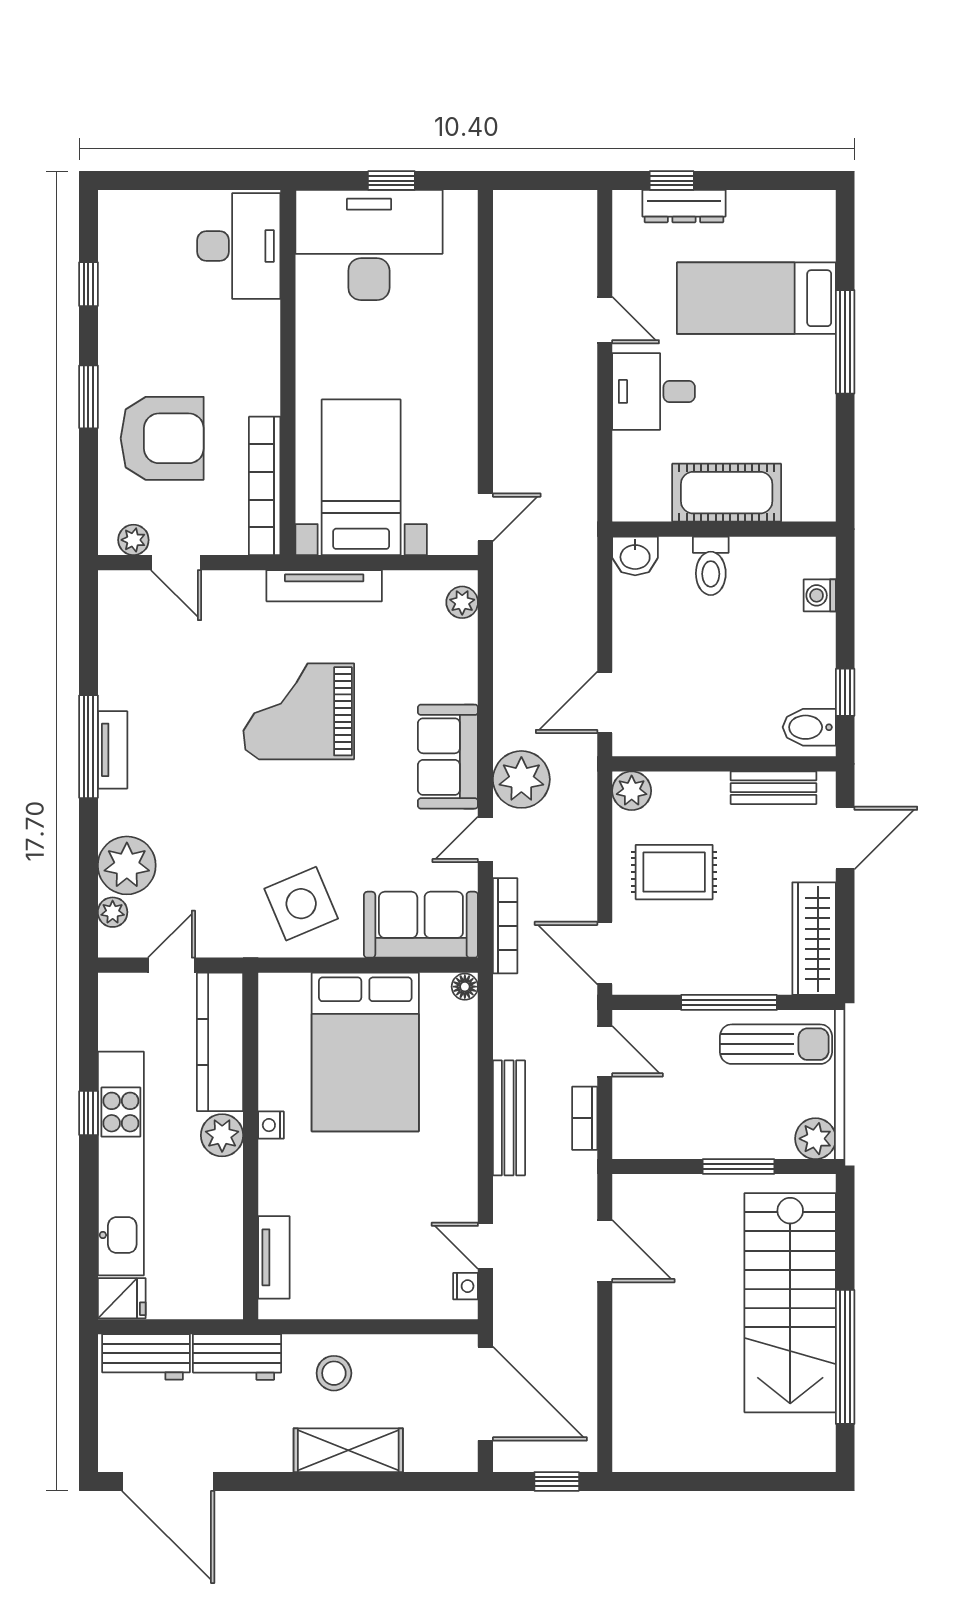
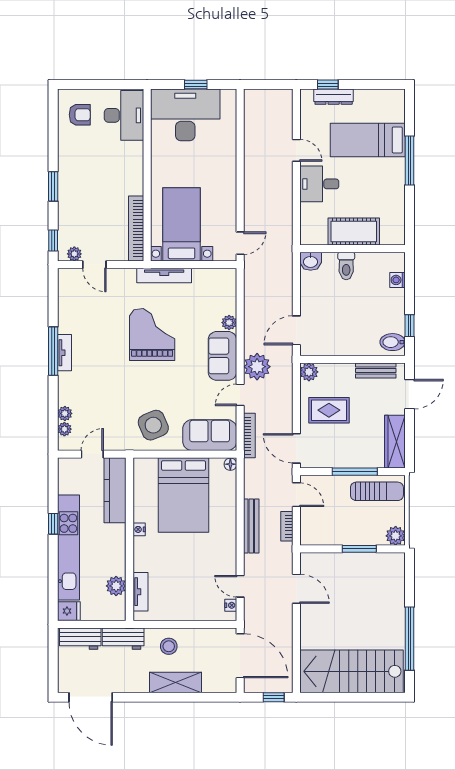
window: (88, 284) -> (53, 241), moved
armchair: (162, 438) -> (80, 115), moved, width x0.53, depth x0.53
plant: (462, 602) -> (229, 323), moved
grand piano: (299, 711) -> (152, 335), turned 90
plant: (127, 865) -> (65, 413), width x0.53, depth x0.53
plant: (222, 1135) -> (116, 586), moved
stairs: (790, 1303) -> (351, 671), moved, turned 90

